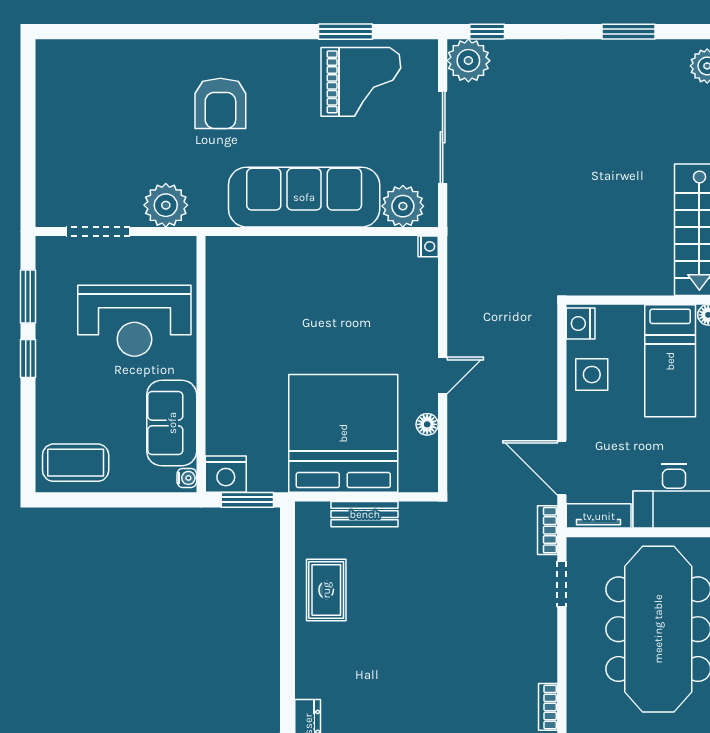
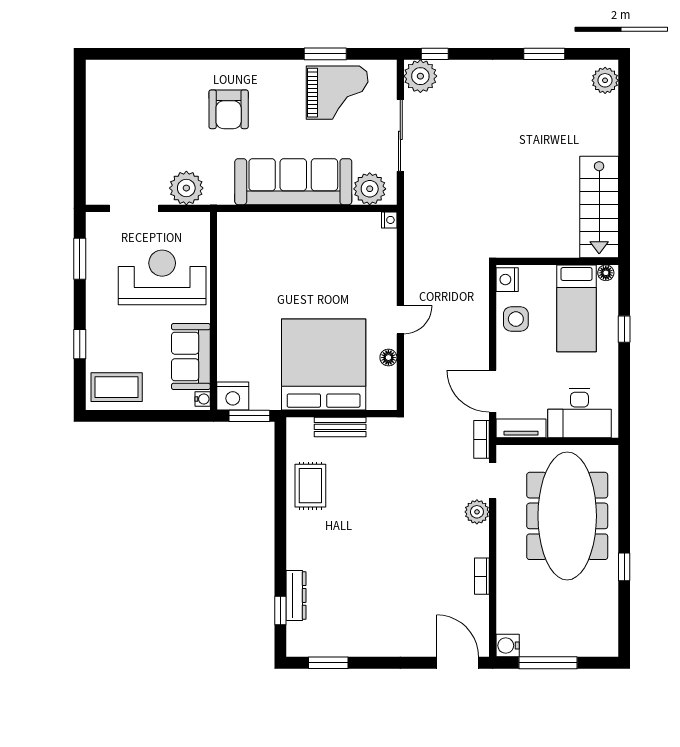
reception desk: (134, 321) -> (162, 277), turned 180
window: (28, 358) -> (80, 344), moved
plant: (542, 624) -> (477, 512), added

